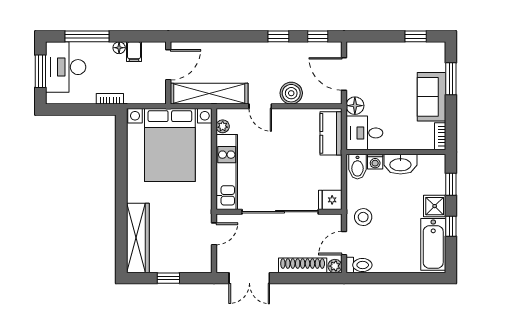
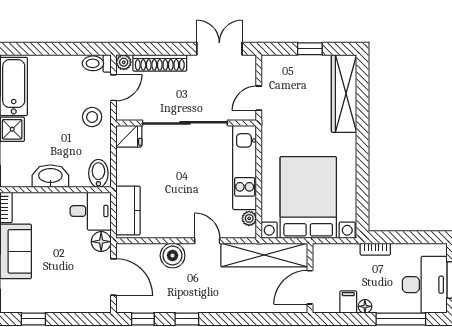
washing machine: (375, 162) -> (79, 179), removed

